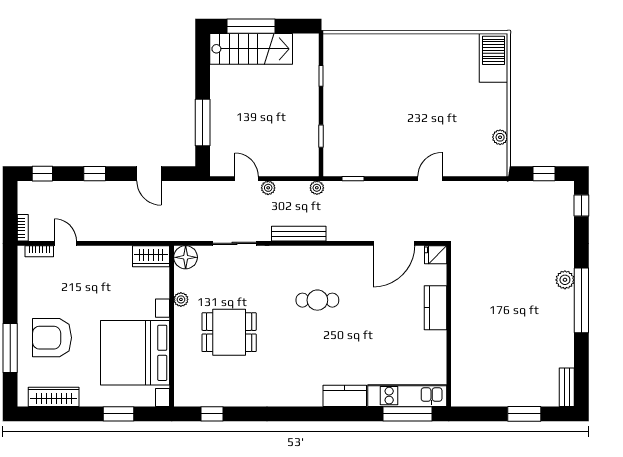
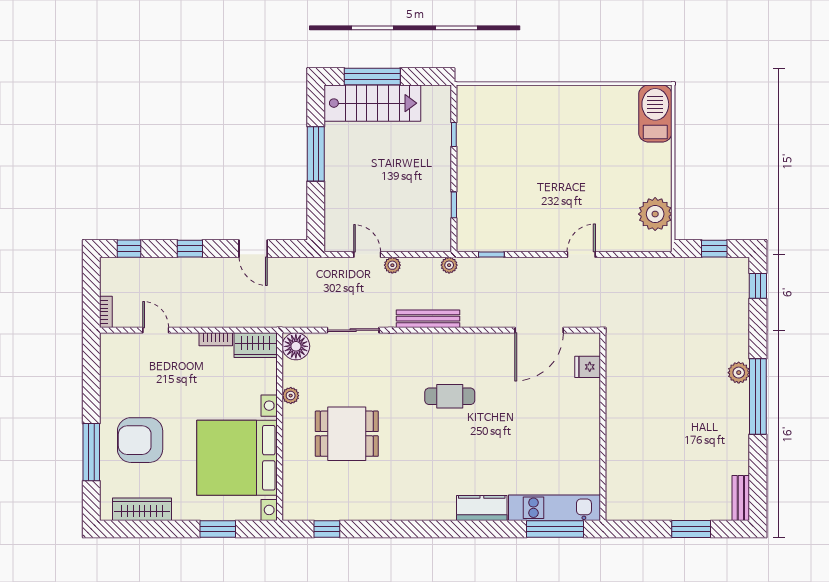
window: (203, 122) -> (316, 154), moved
plant: (500, 137) -> (655, 214), width x1.88, depth x1.88
bookcase: (39, 251) -> (216, 339), moved
fridge: (436, 255) -> (588, 367), moved
kitchen counter: (435, 308) -> (588, 405), removed

